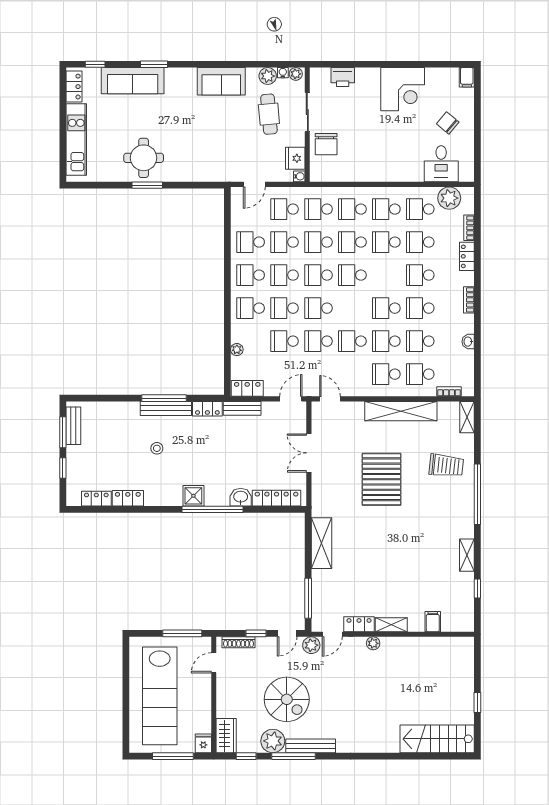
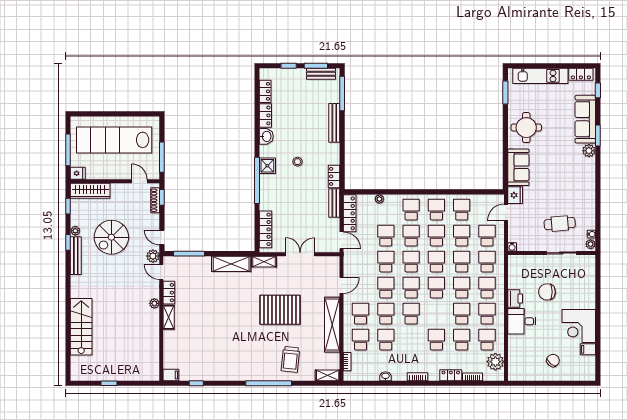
plant: (268, 76) -> (589, 151), moved
printer: (343, 77) -> (515, 298), moved, turned 180
filing cabinet: (467, 77) -> (588, 349), moved
sofa: (221, 81) -> (518, 167), moved, turned 180
chair: (326, 144) -> (547, 292), moved
fridge: (295, 158) -> (515, 195), moved, turned 90
desk: (441, 164) -> (522, 321), moved
door: (254, 184) -> (506, 212), hinge flipped
window: (147, 185) -> (505, 92), moved
school desk: (420, 308) -> (411, 288), moved
locker: (247, 388) -> (350, 213), width x1.53
window: (164, 398) -> (342, 93), moved
door: (330, 399) -> (342, 285), moved
bench: (166, 408) -> (334, 123), moved
stool: (157, 448) -> (298, 162), moved
washbasin: (241, 497) -> (266, 136), moved
shelving: (467, 555) -> (264, 262), moved
filing cabinet: (433, 622) -> (171, 375), moved
window: (256, 633) -> (162, 197), moved
wardrobe: (226, 736) -> (90, 191), width x1.50
stairs: (437, 739) -> (81, 327), moved
plant: (273, 741) -> (75, 231), width x0.53, depth x0.53
window: (294, 756) -> (68, 242), width x0.46

